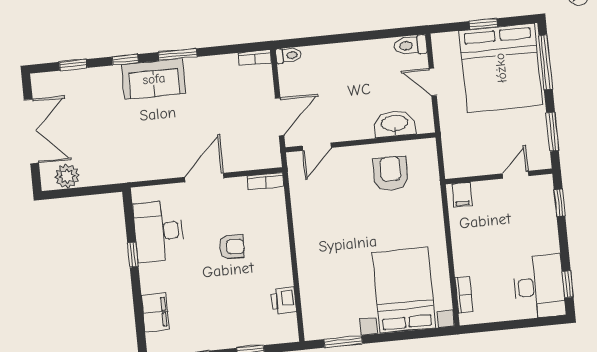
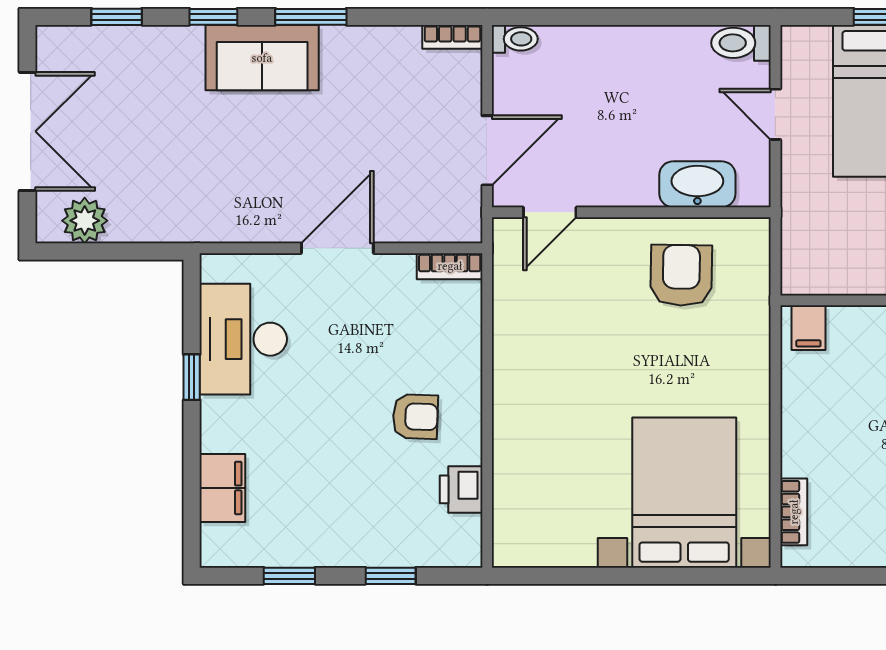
armchair: (232, 247) -> (415, 417), moved
window: (343, 342) -> (563, 576), removed

